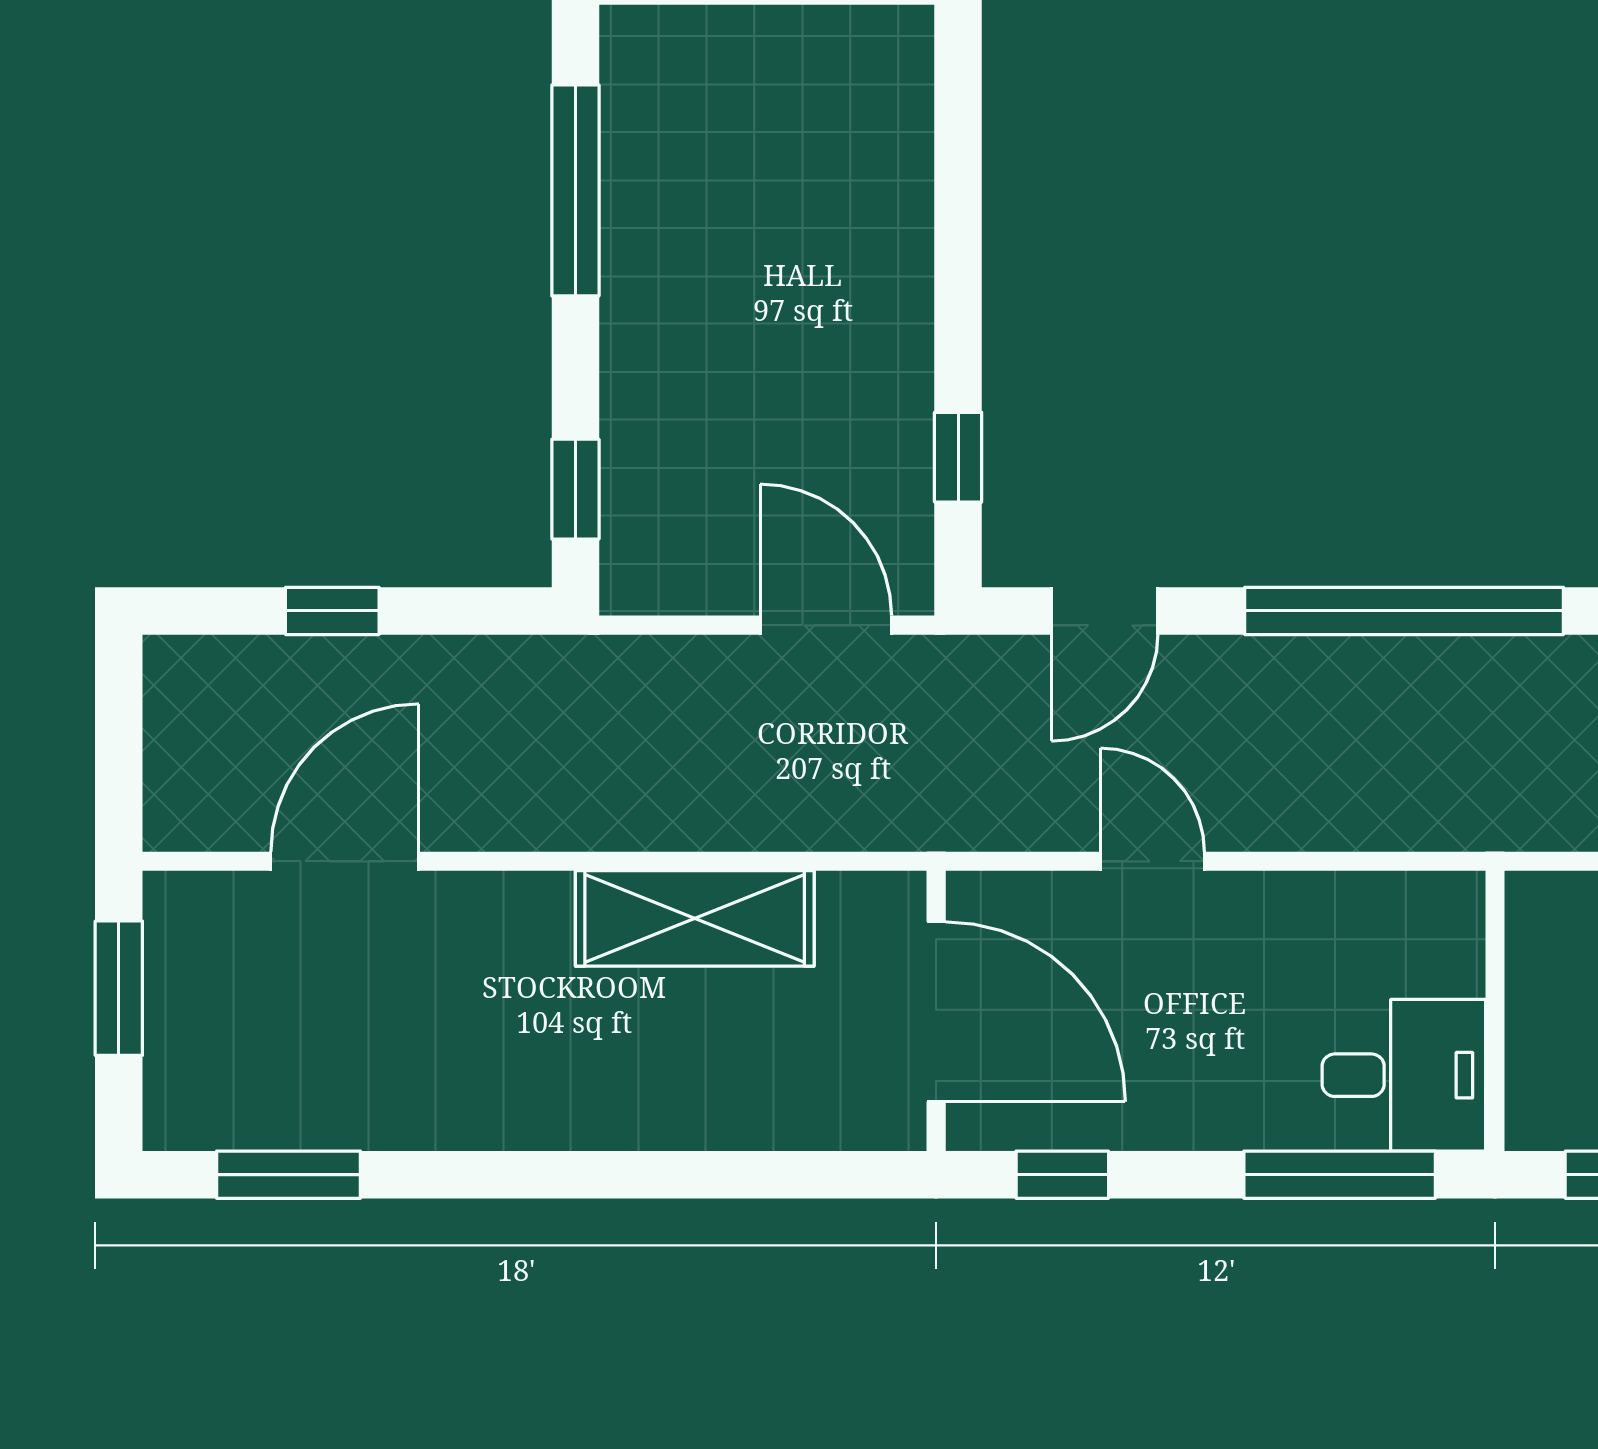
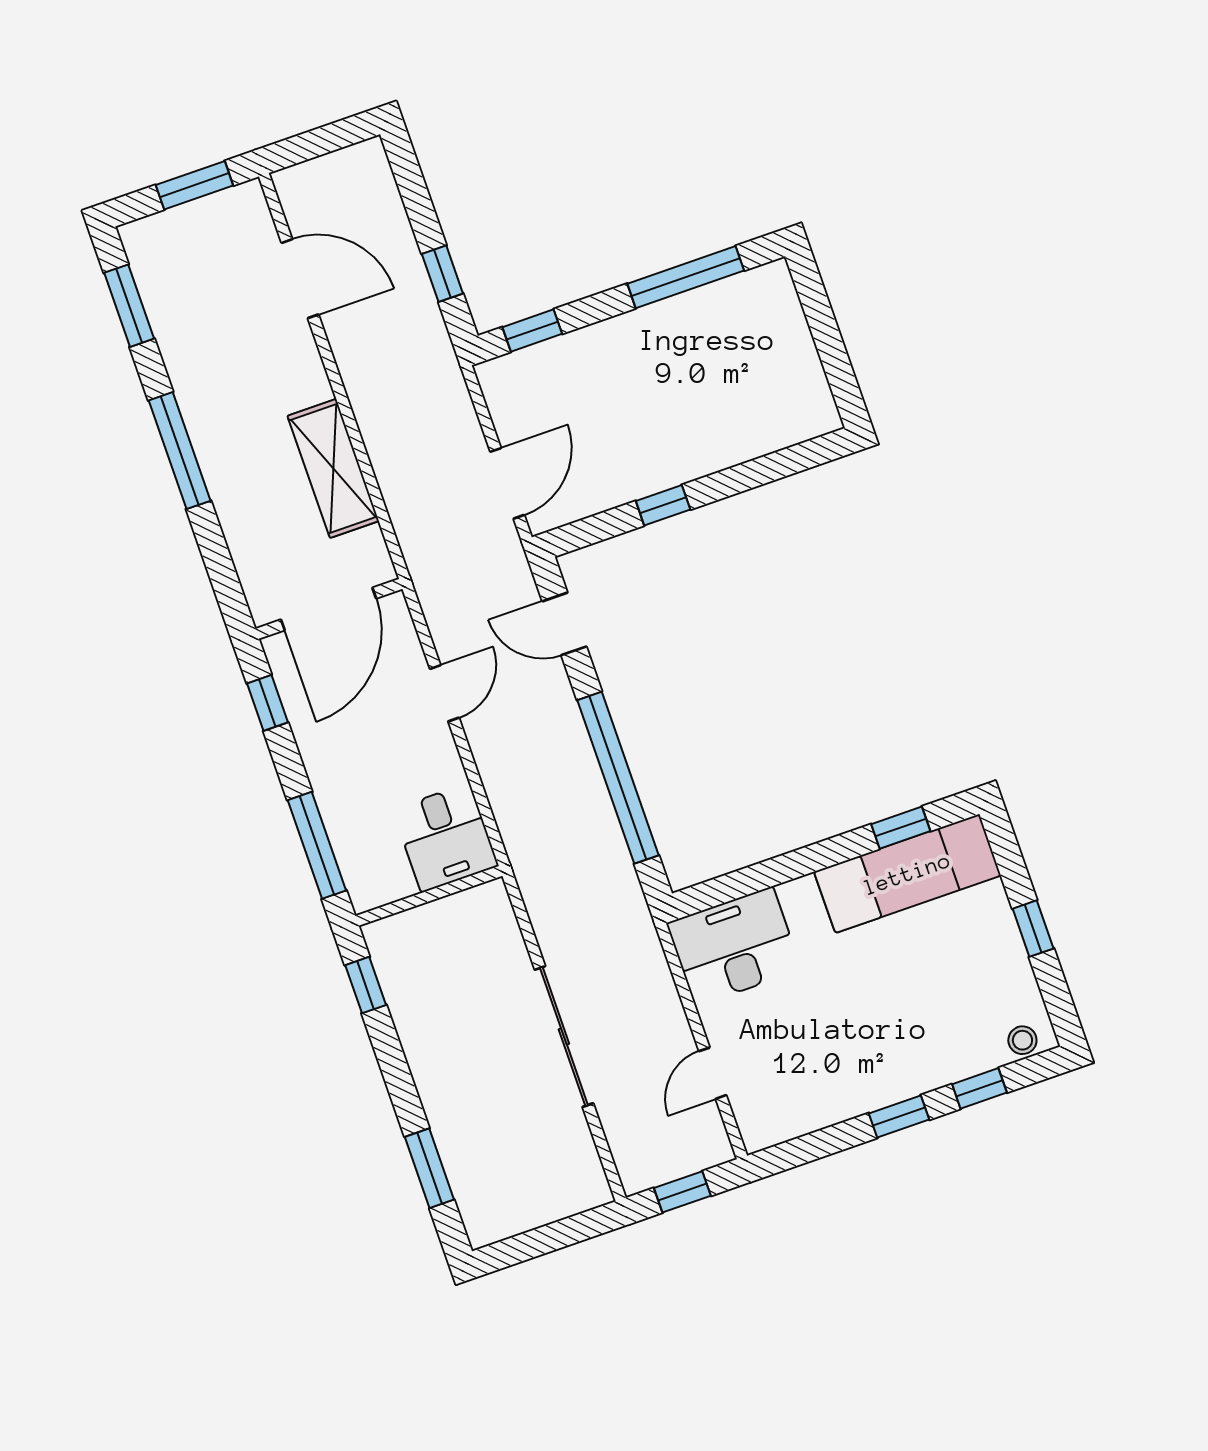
window: (958, 457) -> (663, 505), moved
window: (332, 611) -> (442, 274), moved
desk: (1404, 1075) -> (446, 838), moved
window: (571, 1175) -> (180, 451), added

